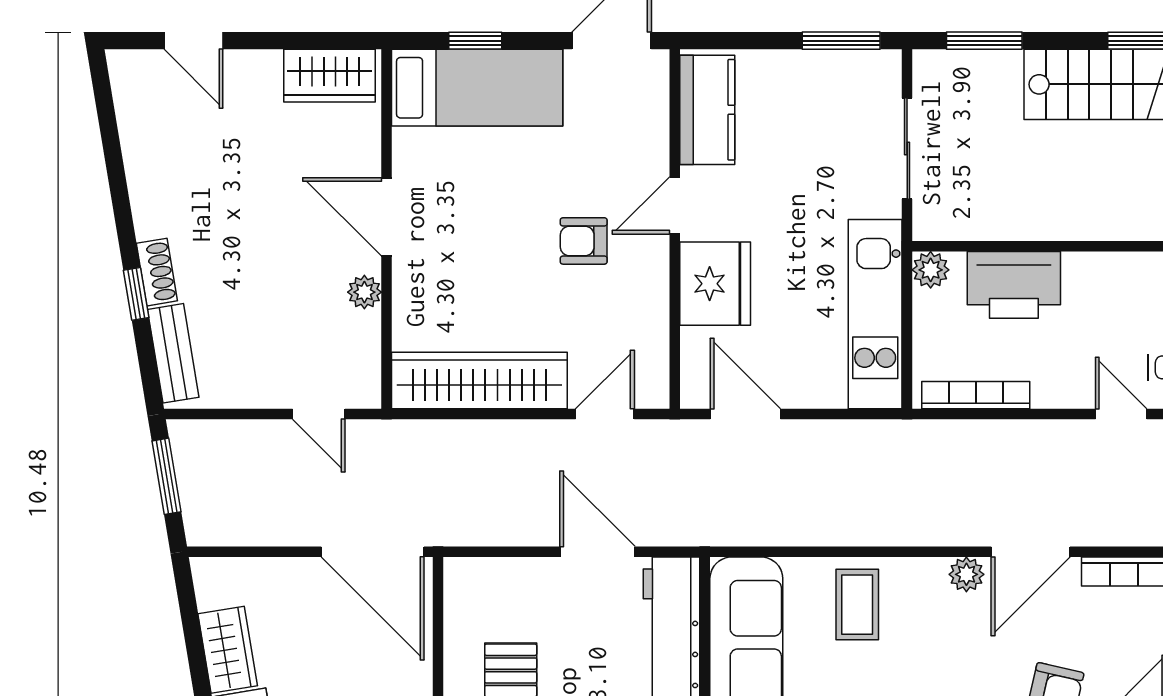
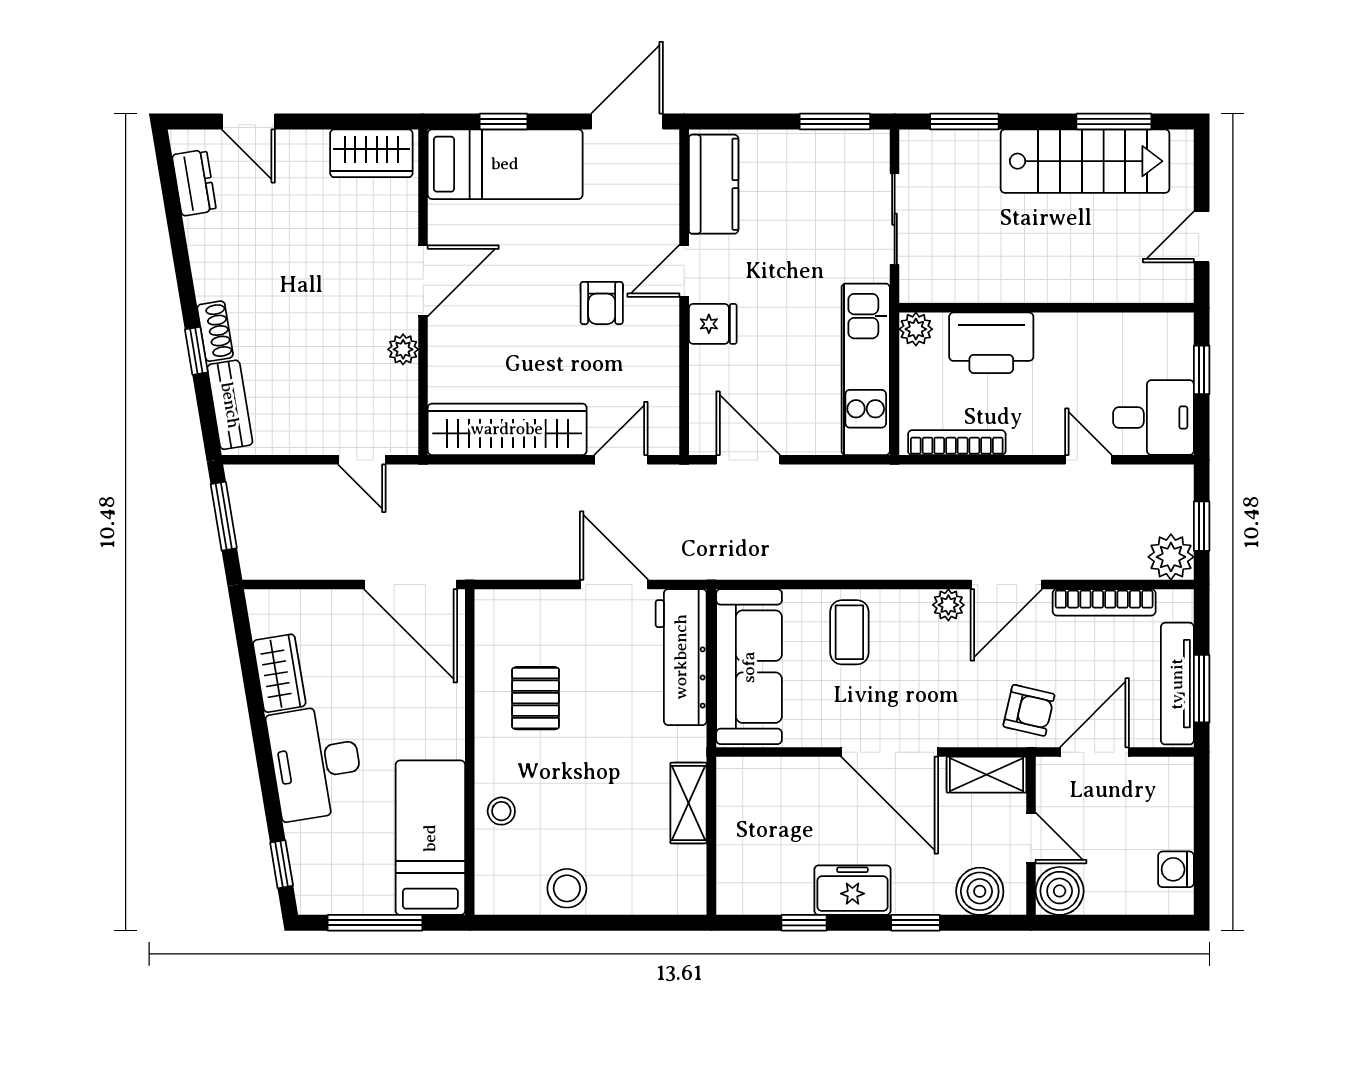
dresser: (134, 108) -> (194, 183), added
door: (386, 217) -> (423, 281), swing flipped
armchair: (584, 241) -> (602, 303), turned -90
fridge: (715, 284) -> (713, 324), width x0.53, depth x0.75

